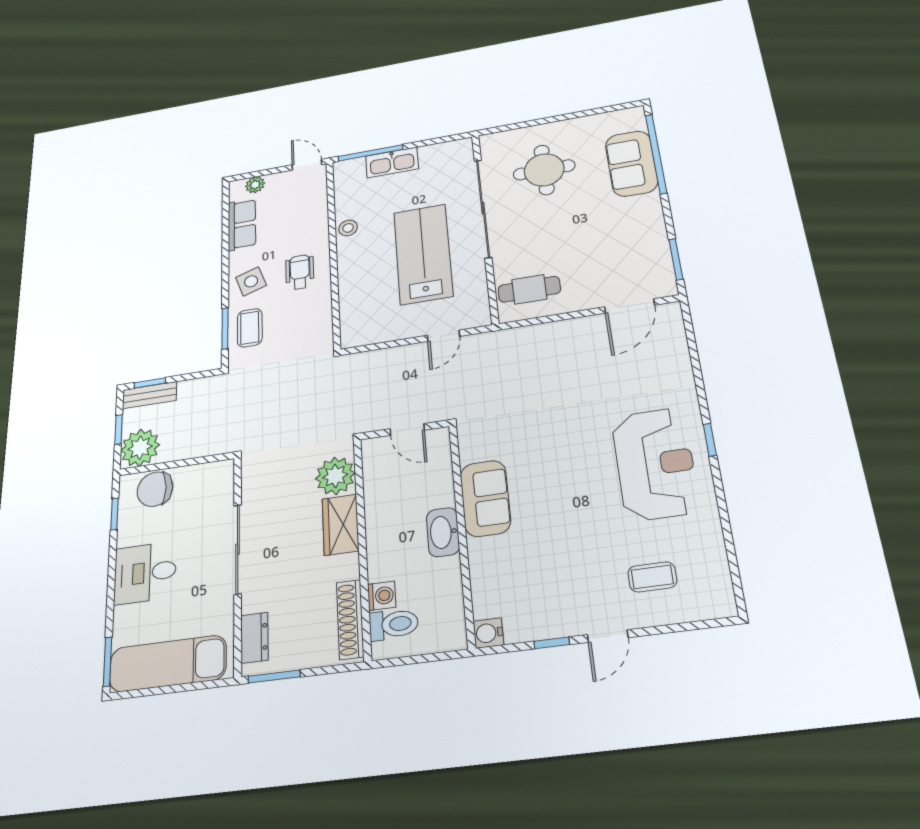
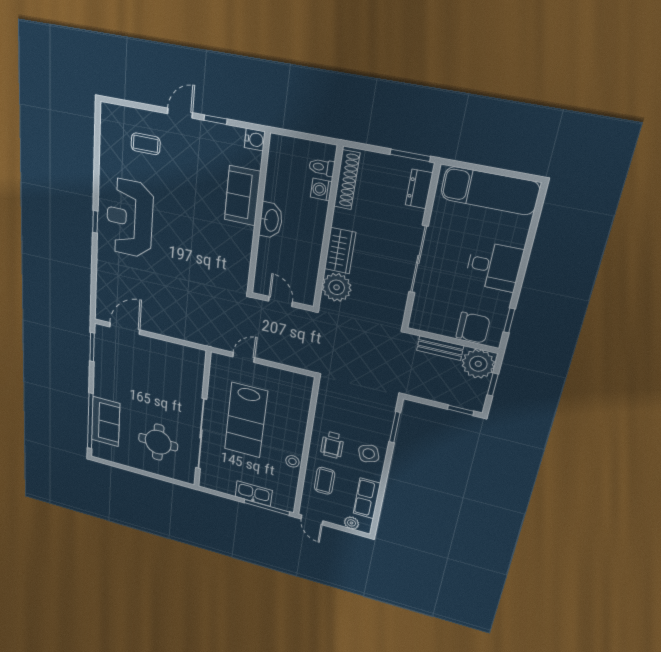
cafe table: (529, 289) -> (183, 366), removed
coffee table: (250, 328) -> (325, 481), moved
bench: (150, 395) -> (440, 348), moved
sofa: (485, 498) -> (242, 196), moved
toilet: (394, 624) -> (322, 167), width x0.73, depth x0.72
window: (108, 662) -> (538, 207), removed

